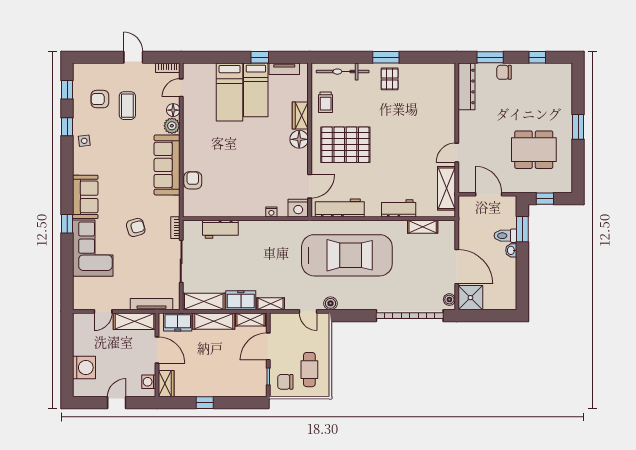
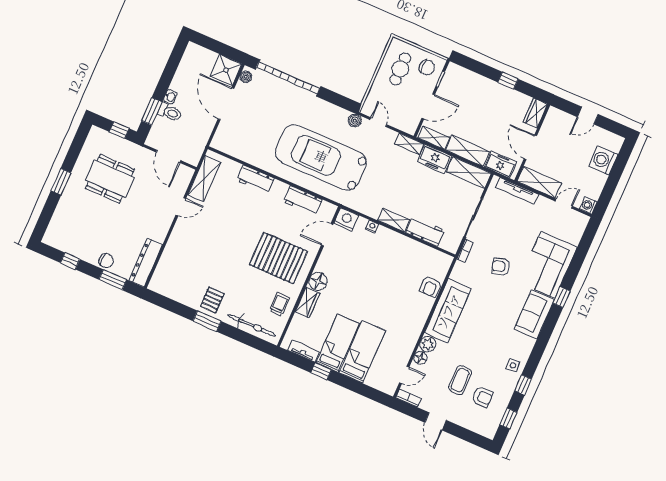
workbench: (340, 208) -> (303, 201), width x0.73
shelving: (423, 227) -> (393, 220), moved
washing machine: (149, 382) -> (588, 205), moved, turned 180

